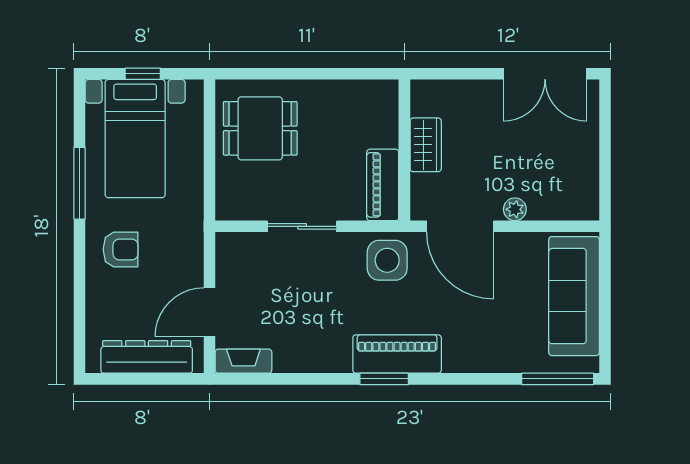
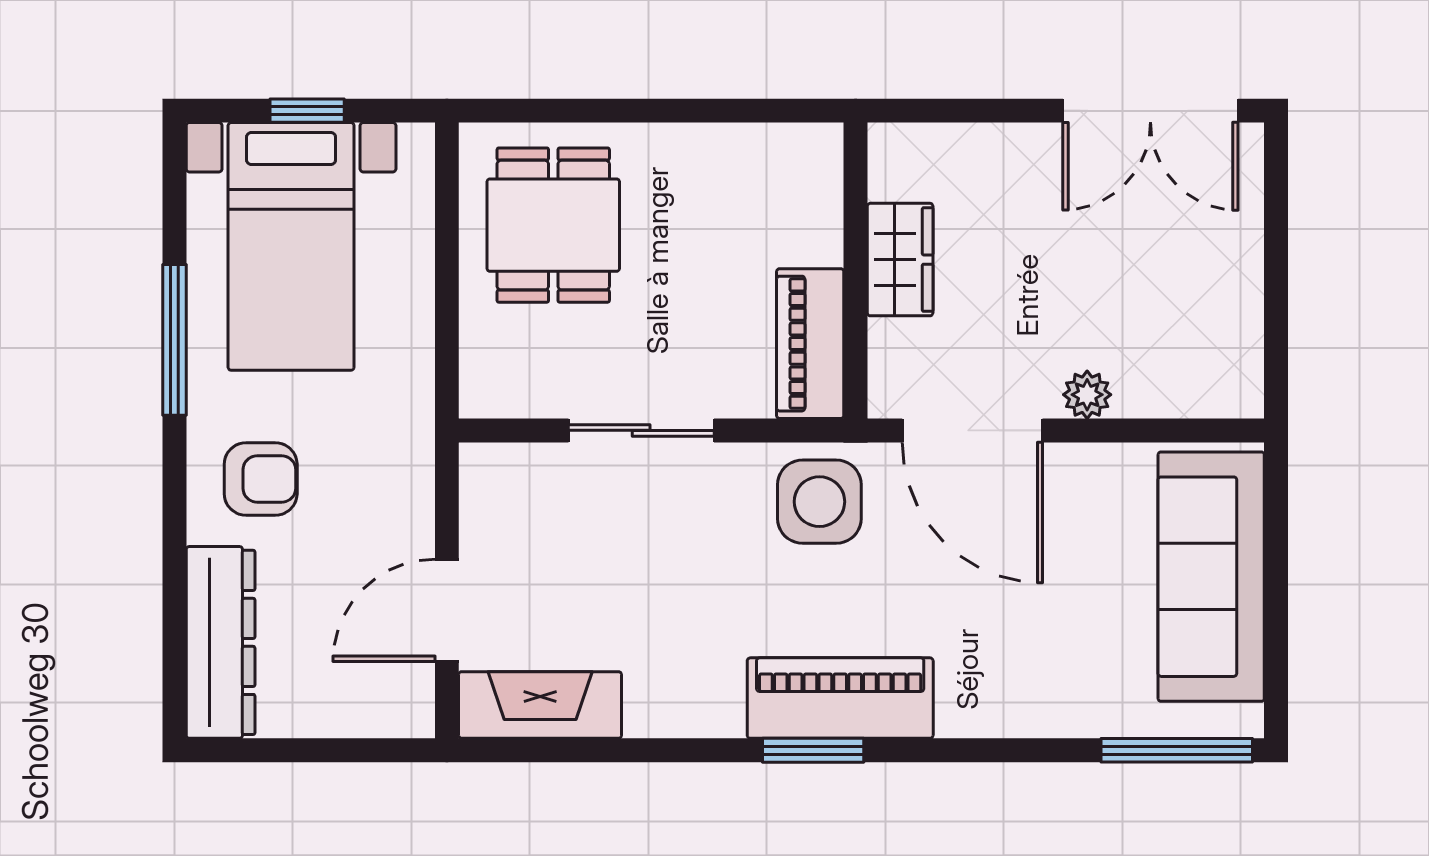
dining table: (260, 128) -> (553, 225), turned 90
dresser: (147, 357) -> (221, 642), moved, turned 90
fireplace: (243, 361) -> (540, 705), width x1.37, depth x1.32

